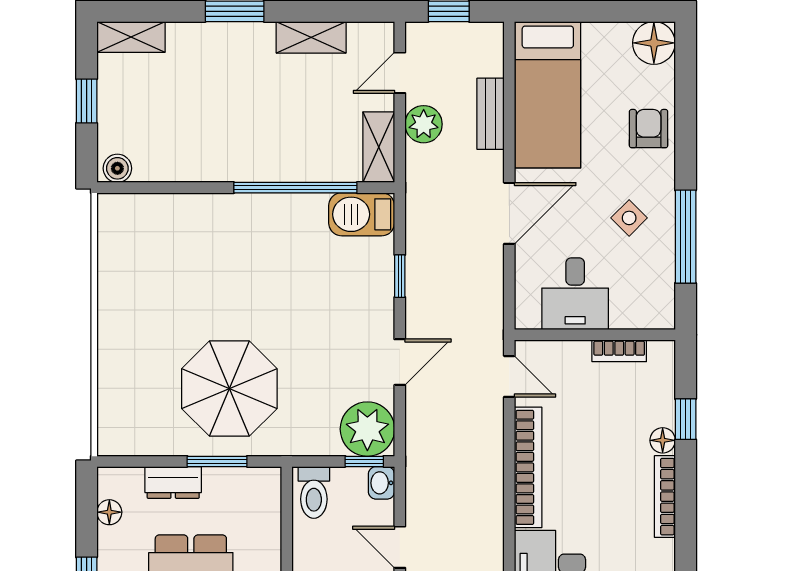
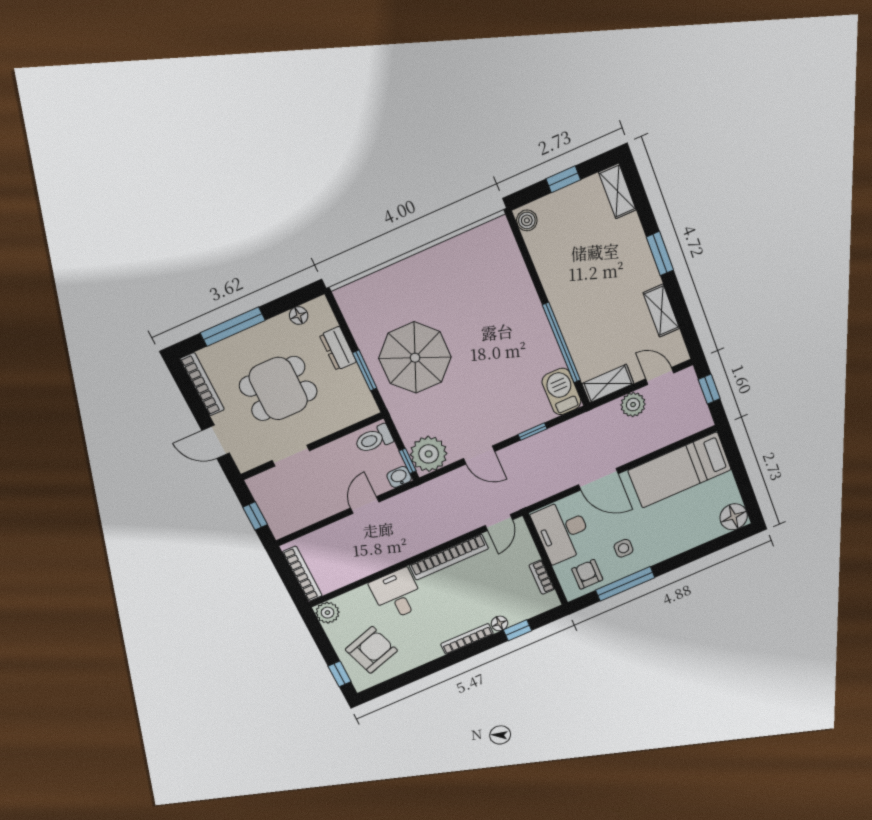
bench: (491, 114) -> (655, 442), removed
armchair: (649, 129) -> (587, 574), moved, turned -90
side table: (629, 218) -> (624, 548), turned 45
desk: (575, 294) -> (562, 531), width x1.37

